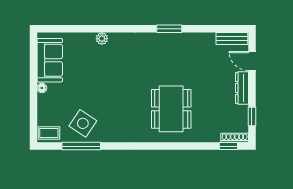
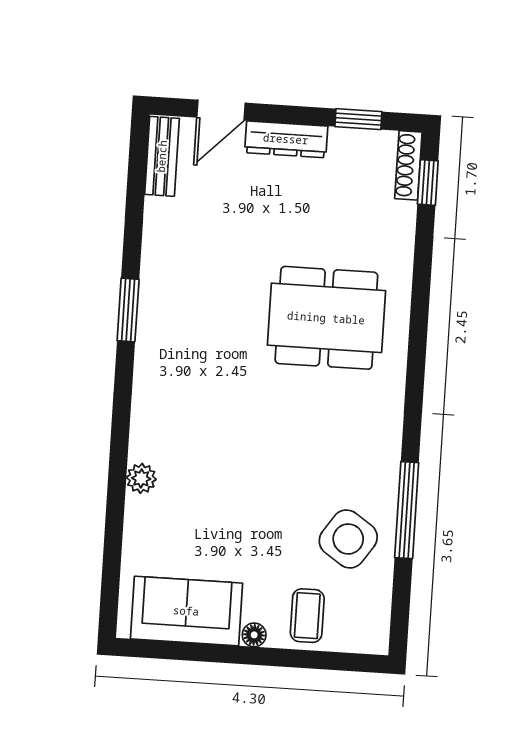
coffee table: (49, 133) -> (307, 616), moved
window: (81, 146) -> (407, 510), moved

